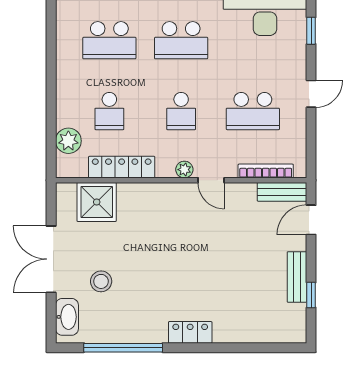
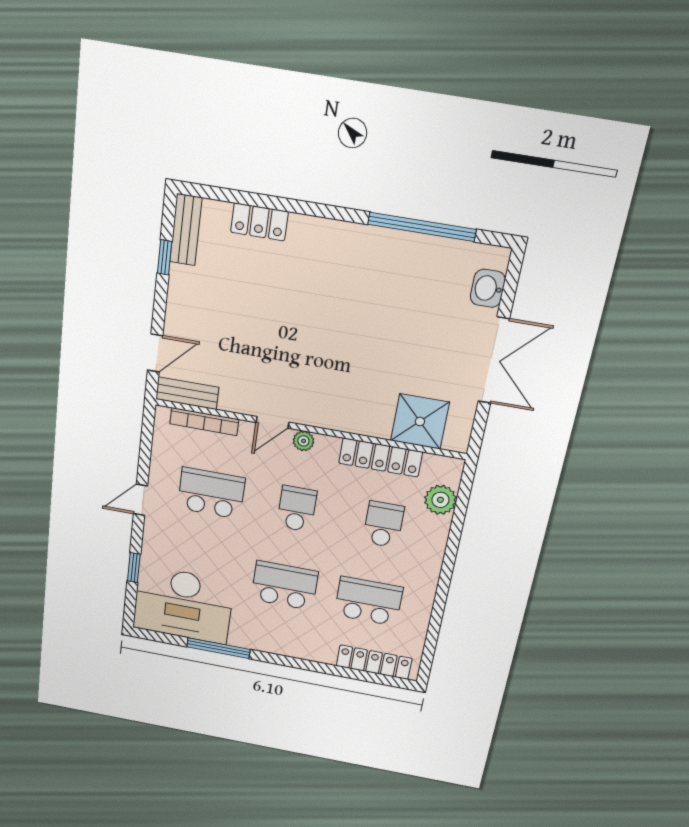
door: (211, 180) -> (273, 422), swing flipped
bench: (297, 277) -> (186, 230), moved
stool: (101, 281) -> (434, 321), removed
washbasin: (67, 317) -> (488, 288), width x0.72
locker: (190, 332) -> (259, 222), moved

